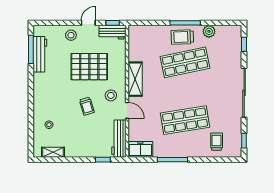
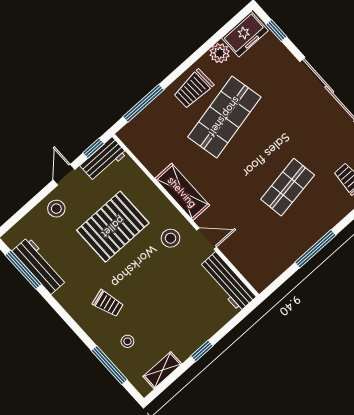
window: (185, 23) -> (143, 103), moved
trolley: (87, 106) -> (108, 303), moved
shop shelf: (185, 120) -> (288, 187), width x0.70, depth x0.74
window: (31, 128) -> (109, 365), added
freezer: (140, 149) -> (245, 34), moved, turned 180
window: (103, 160) -> (202, 351), moved

